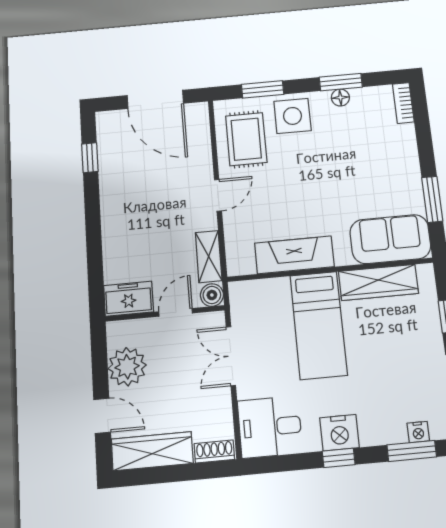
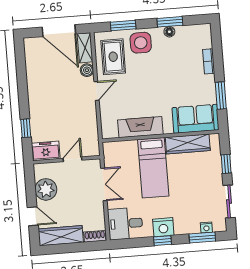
bookcase: (403, 103) -> (209, 61), moved
window: (90, 158) -> (26, 128), moved
shelving: (209, 257) -> (85, 48), moved
boiler: (212, 295) -> (87, 70), moved
double door: (231, 356) -> (104, 184), swing flipped

